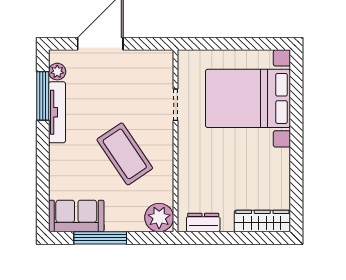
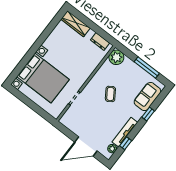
window: (43, 96) -> (126, 143), width x0.46
coffee table: (125, 154) -> (110, 94), width x0.54, depth x0.58
window: (43, 168) -> (148, 114), added
sofa: (76, 216) -> (147, 97), moved, turned 90

